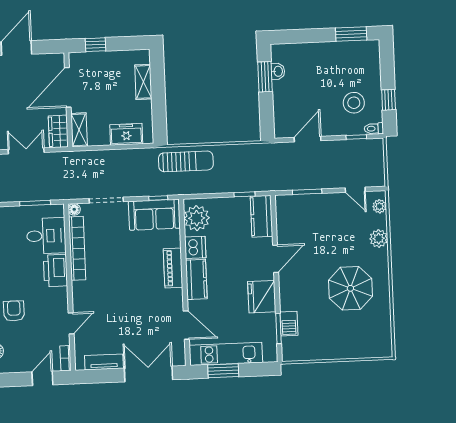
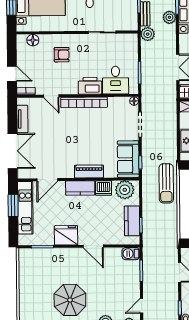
kitchen counter: (261, 216) -> (132, 221), moved, turned -90
bookcase: (77, 248) -> (84, 102), moved
barbecue: (289, 324) -> (131, 254), moved

